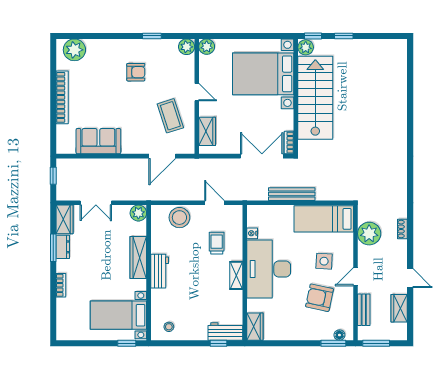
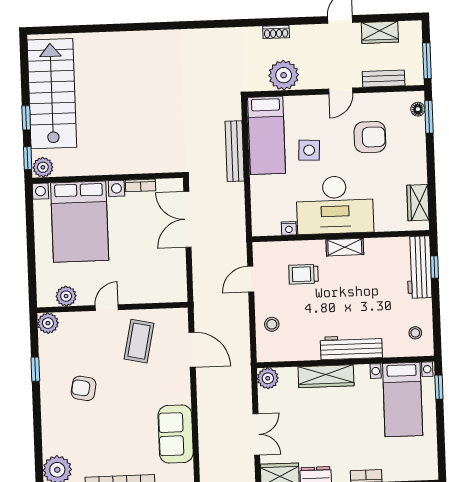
plant: (207, 47) -> (66, 296), moved
armchair: (136, 72) -> (84, 388), turned -79
stairs: (315, 98) -> (52, 94), moved, turned 90
coffee table: (170, 116) -> (139, 341), turned -60
wardrobe: (207, 131) -> (158, 292), removed
bookcase: (289, 143) -> (141, 185), moved
bench: (292, 194) -> (235, 151), moved
stool: (179, 218) -> (272, 324), width x0.53, depth x0.53
side table: (324, 261) -> (309, 150), moved
workbench: (160, 271) -> (351, 347), width x1.38
door: (355, 277) -> (341, 91), hinge flipped
armchair: (320, 298) -> (370, 137), turned -102
wardrobe: (255, 327) -> (418, 203), moved, turned -90
workbench: (225, 332) -> (419, 267), width x1.38

